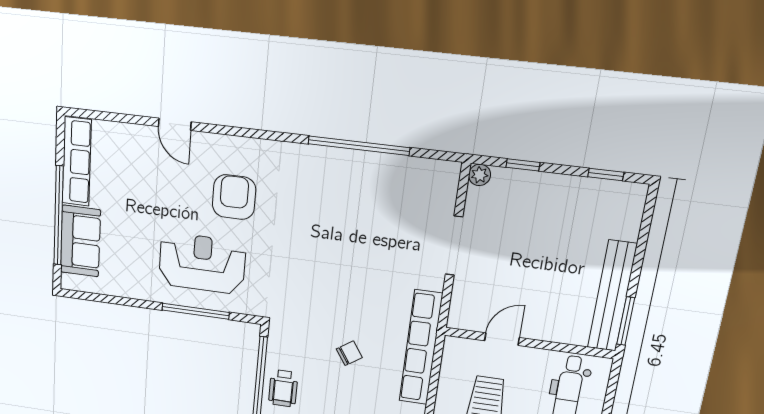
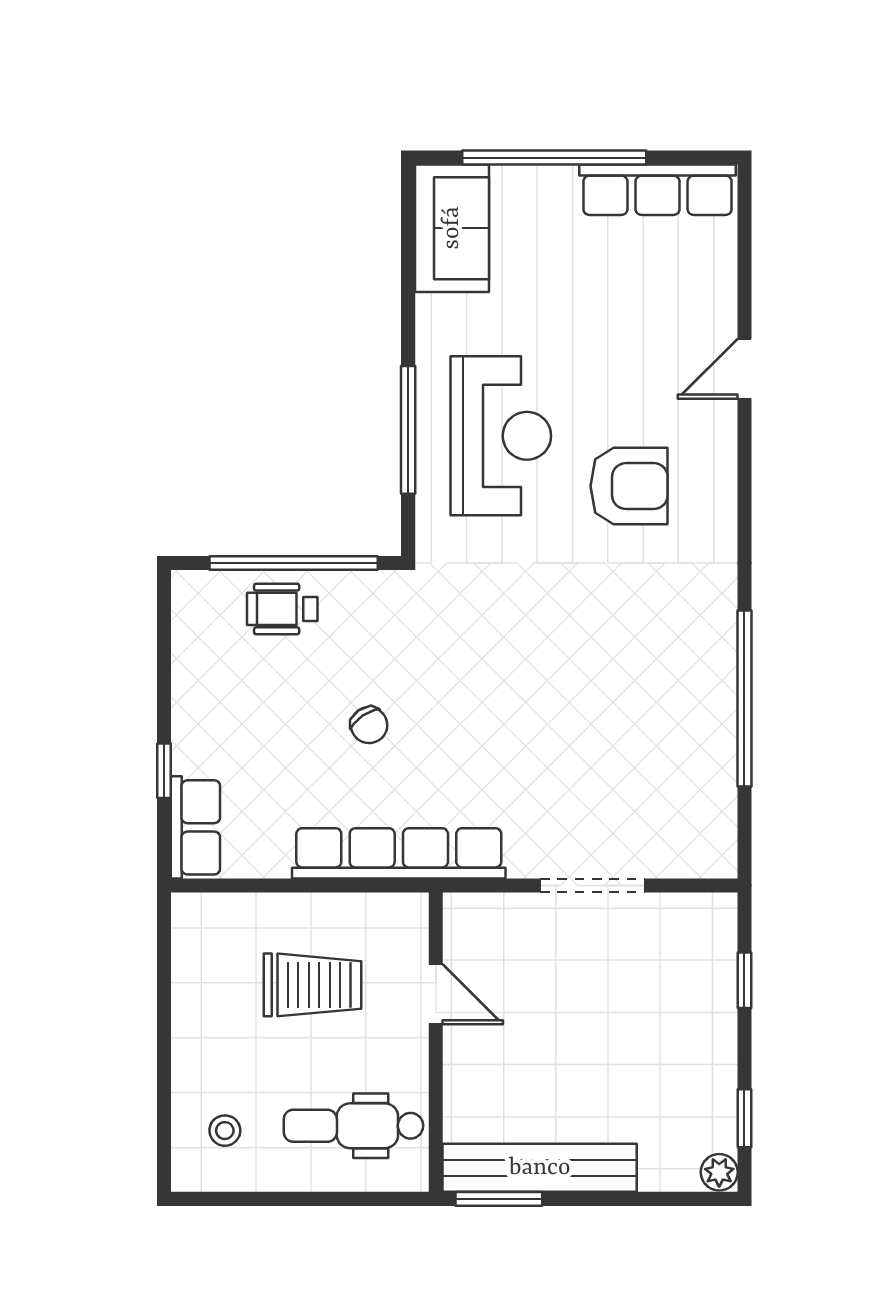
plant: (480, 175) -> (719, 1172), moved
sofa: (80, 241) -> (452, 228), moved, turned -90

